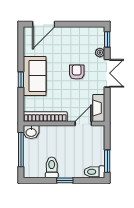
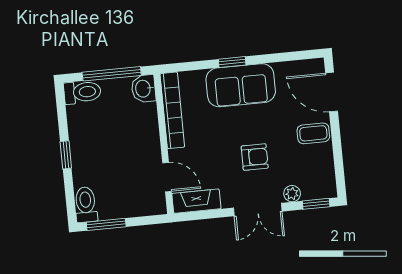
coffee table: (66, 37) -> (313, 133), added
toilet: (52, 167) -> (82, 92), moved

